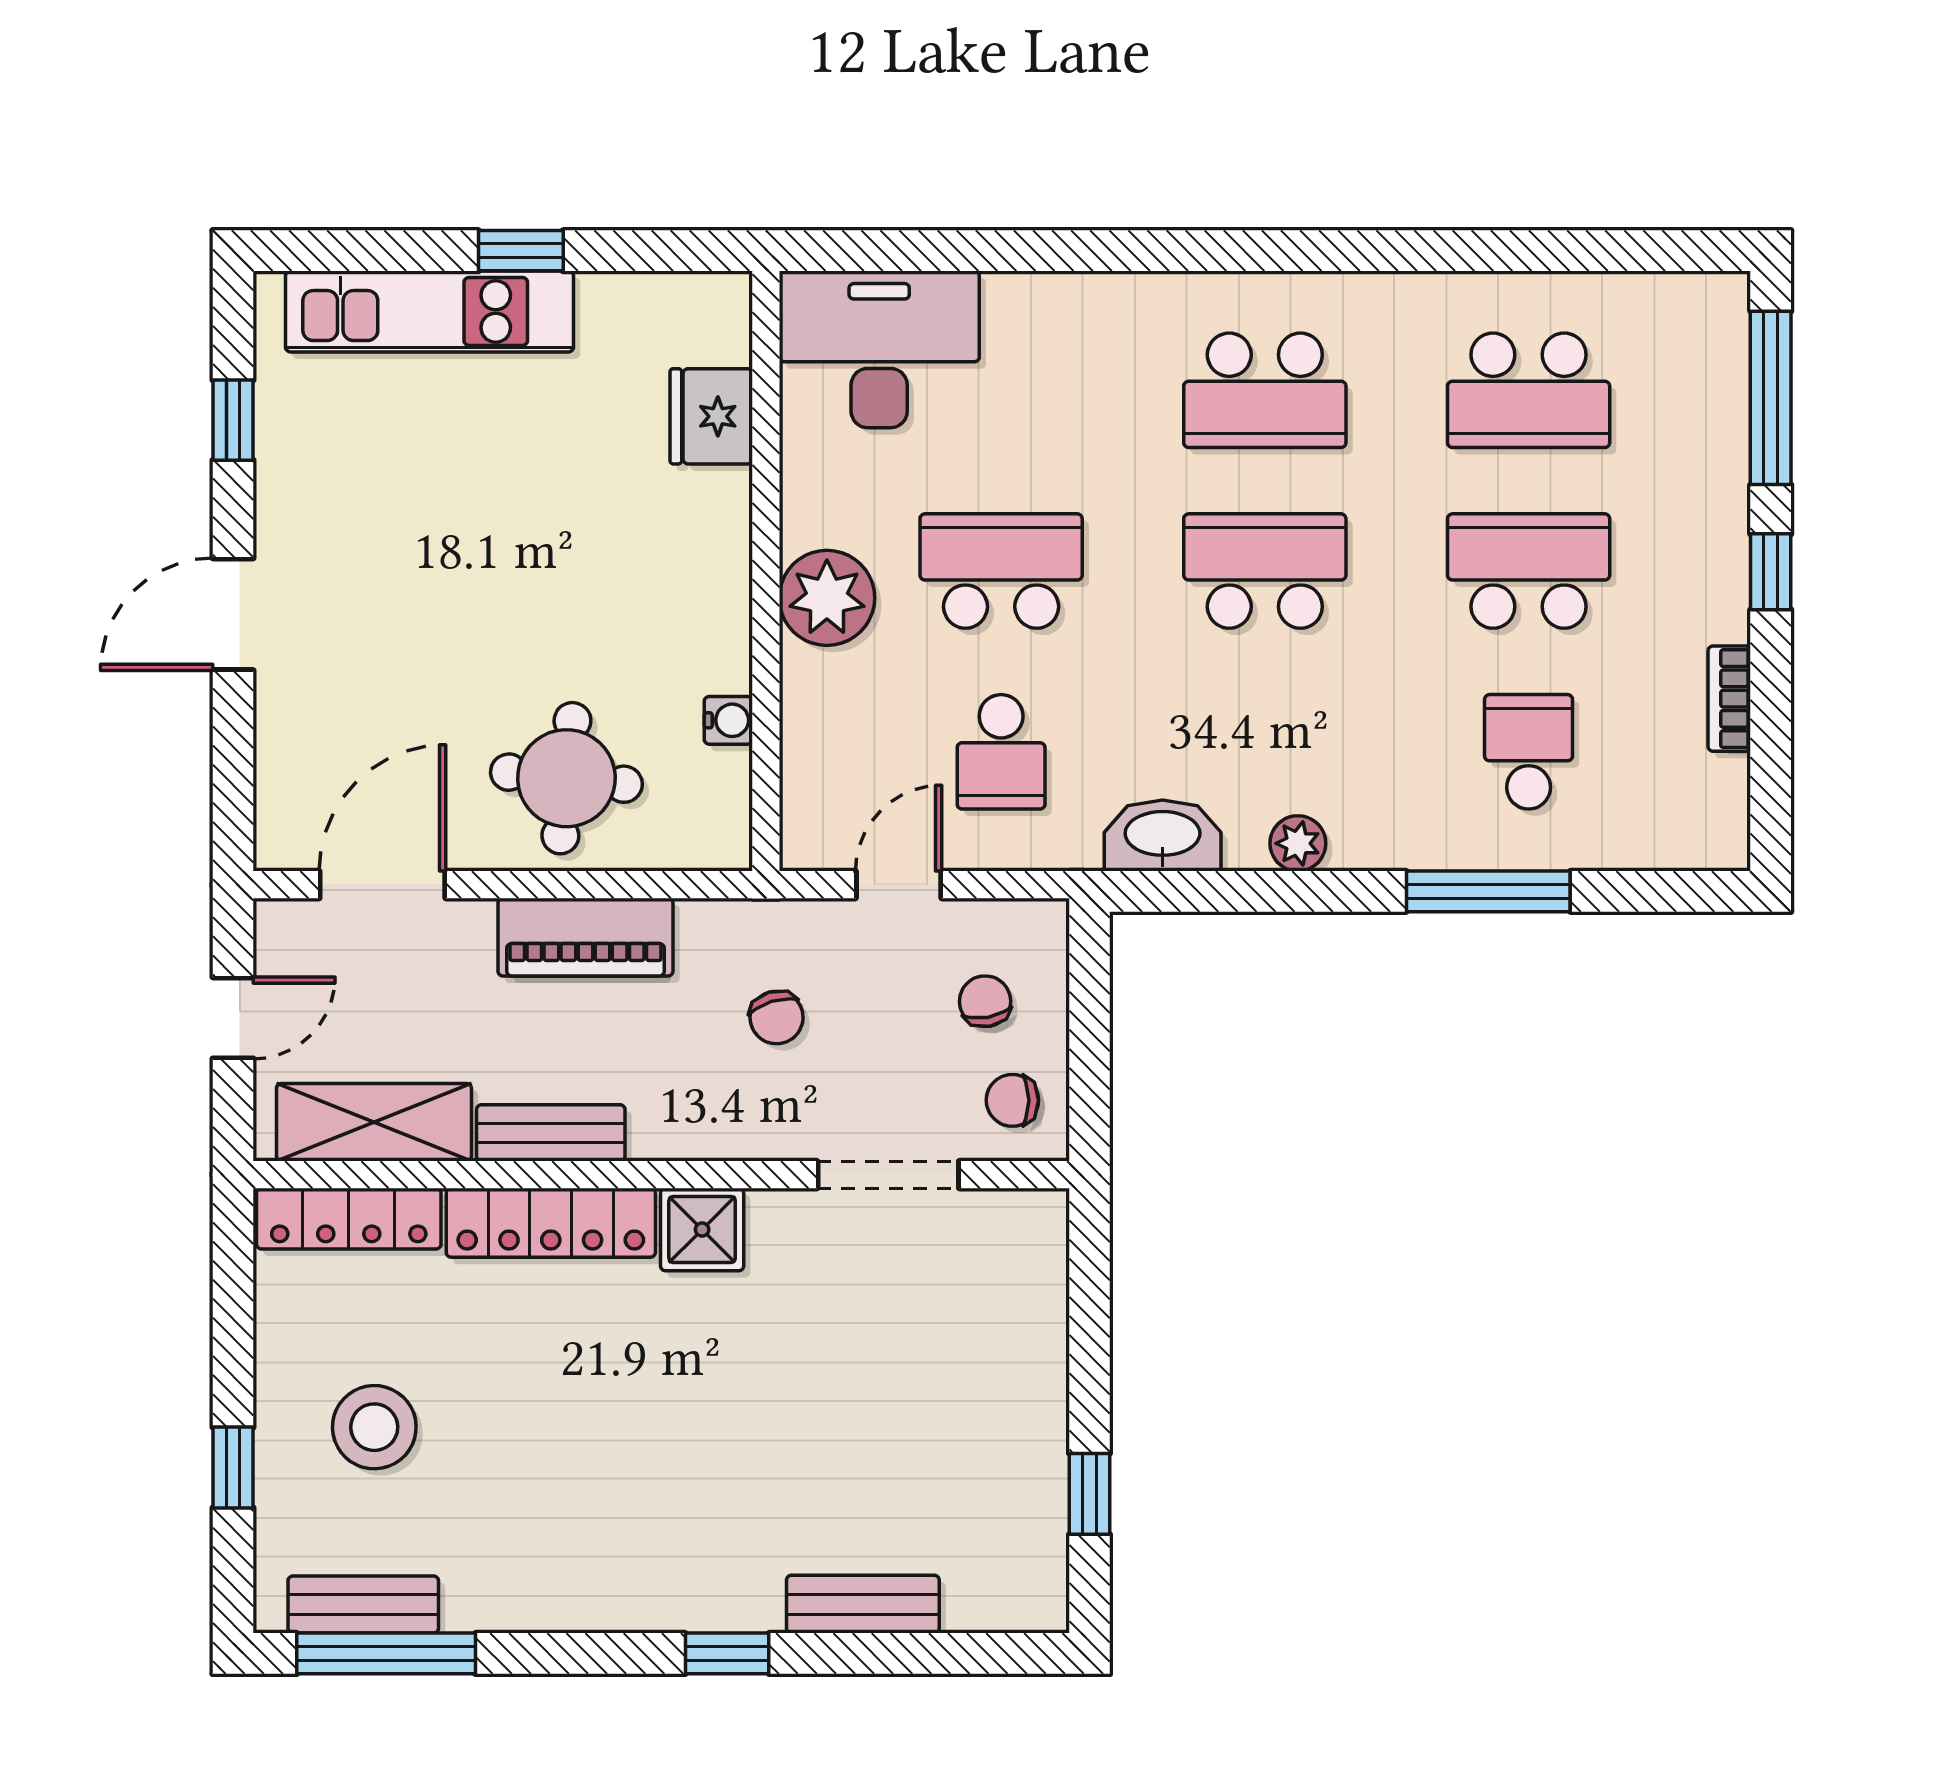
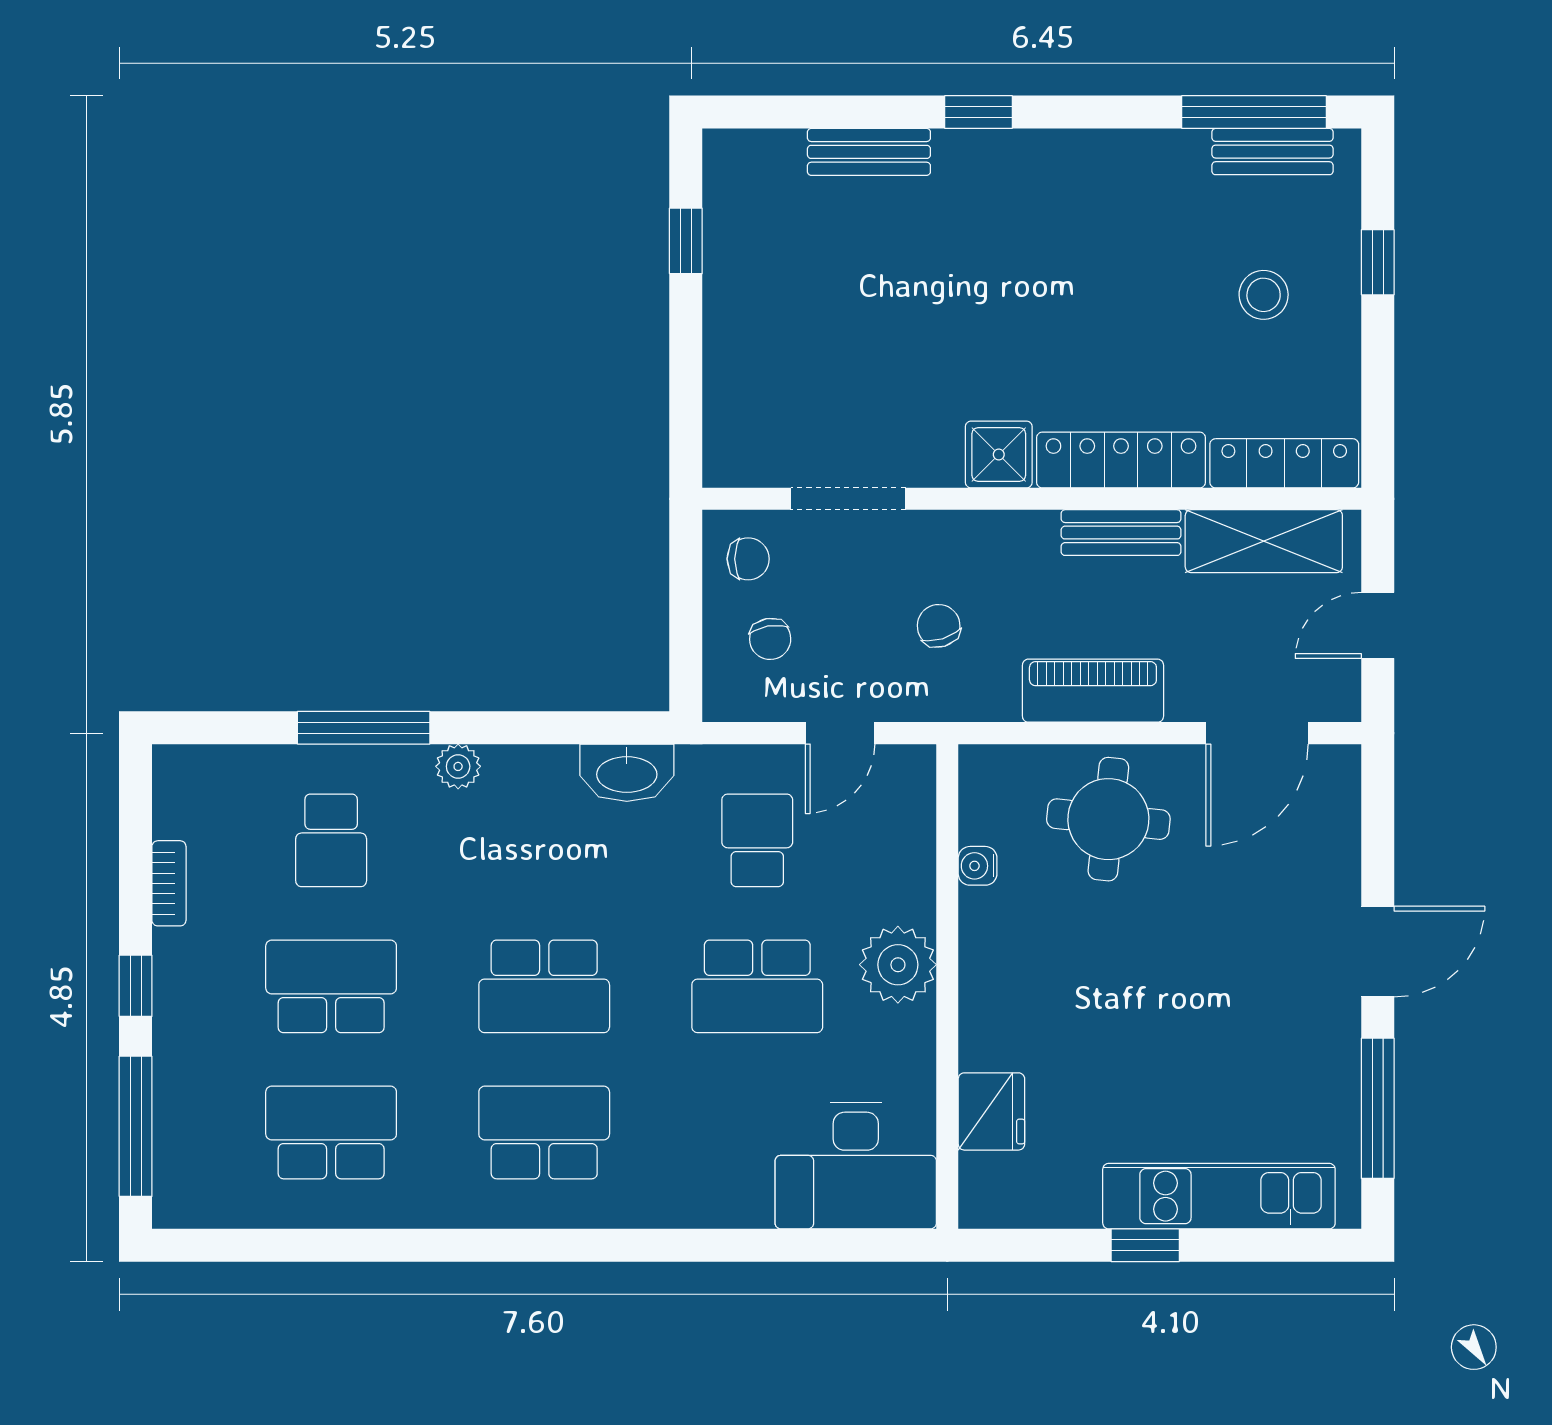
window: (233, 420) -> (1378, 1108), width x2.17
school desk: (1529, 571) -> (331, 986), turned 180
plant: (1298, 843) -> (458, 766), moved
stool: (374, 1427) -> (1264, 295), width x0.73, depth x0.73

